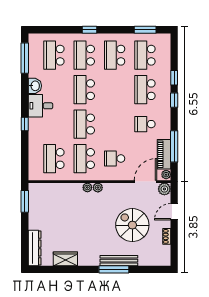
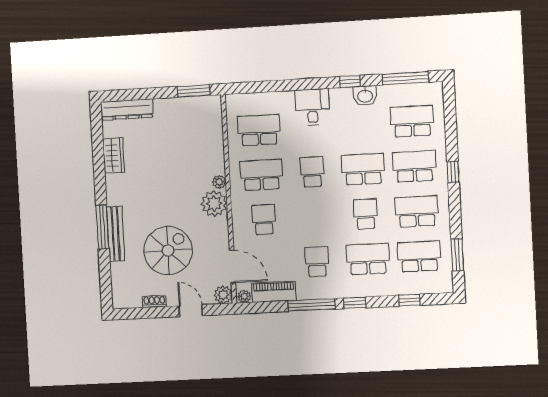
window: (174, 78) -> (409, 300), moved
school desk: (115, 90) -> (366, 214), added
desk: (40, 106) -> (312, 107), moved
window: (25, 124) -> (350, 81), moved
school desk: (84, 124) -> (312, 172), width x0.54
window: (174, 146) -> (312, 305), moved
plant: (98, 188) -> (214, 204), width x1.88, depth x1.88

